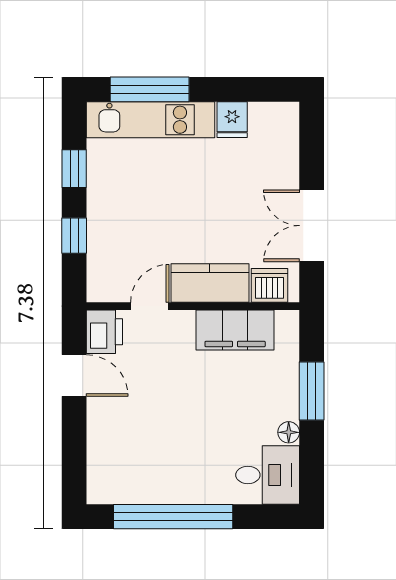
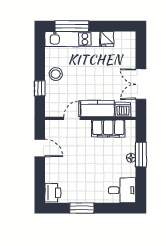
window: (74, 169) -> (40, 60), removed
stool: (111, 202) -> (56, 74), added
printer: (104, 332) -> (53, 193), moved
floor lamp: (289, 432) -> (131, 158), moved
window: (173, 517) -> (82, 208), width x0.47

